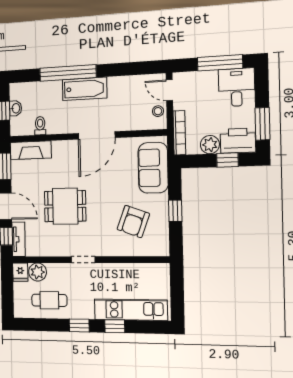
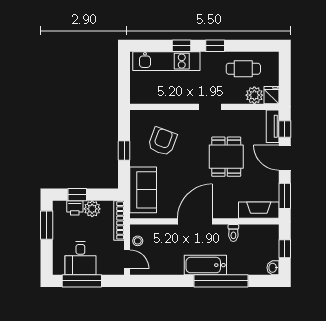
desk: (237, 87) -> (80, 258), moved
washbasin: (16, 108) -> (273, 268), moved
toilet: (40, 126) -> (233, 233), moved
printer: (238, 141) -> (75, 208), width x0.53, depth x0.68
dining table: (65, 206) -> (226, 157), turned 90

